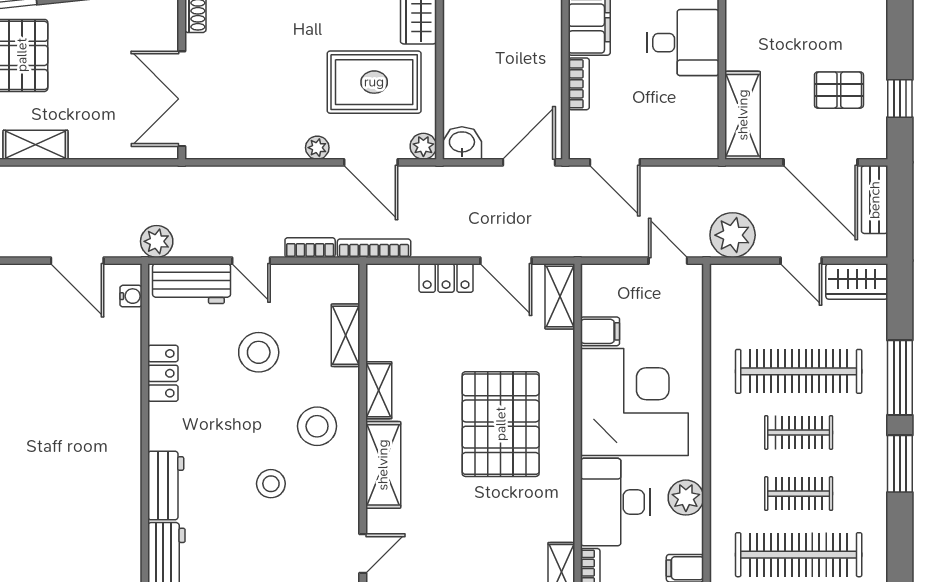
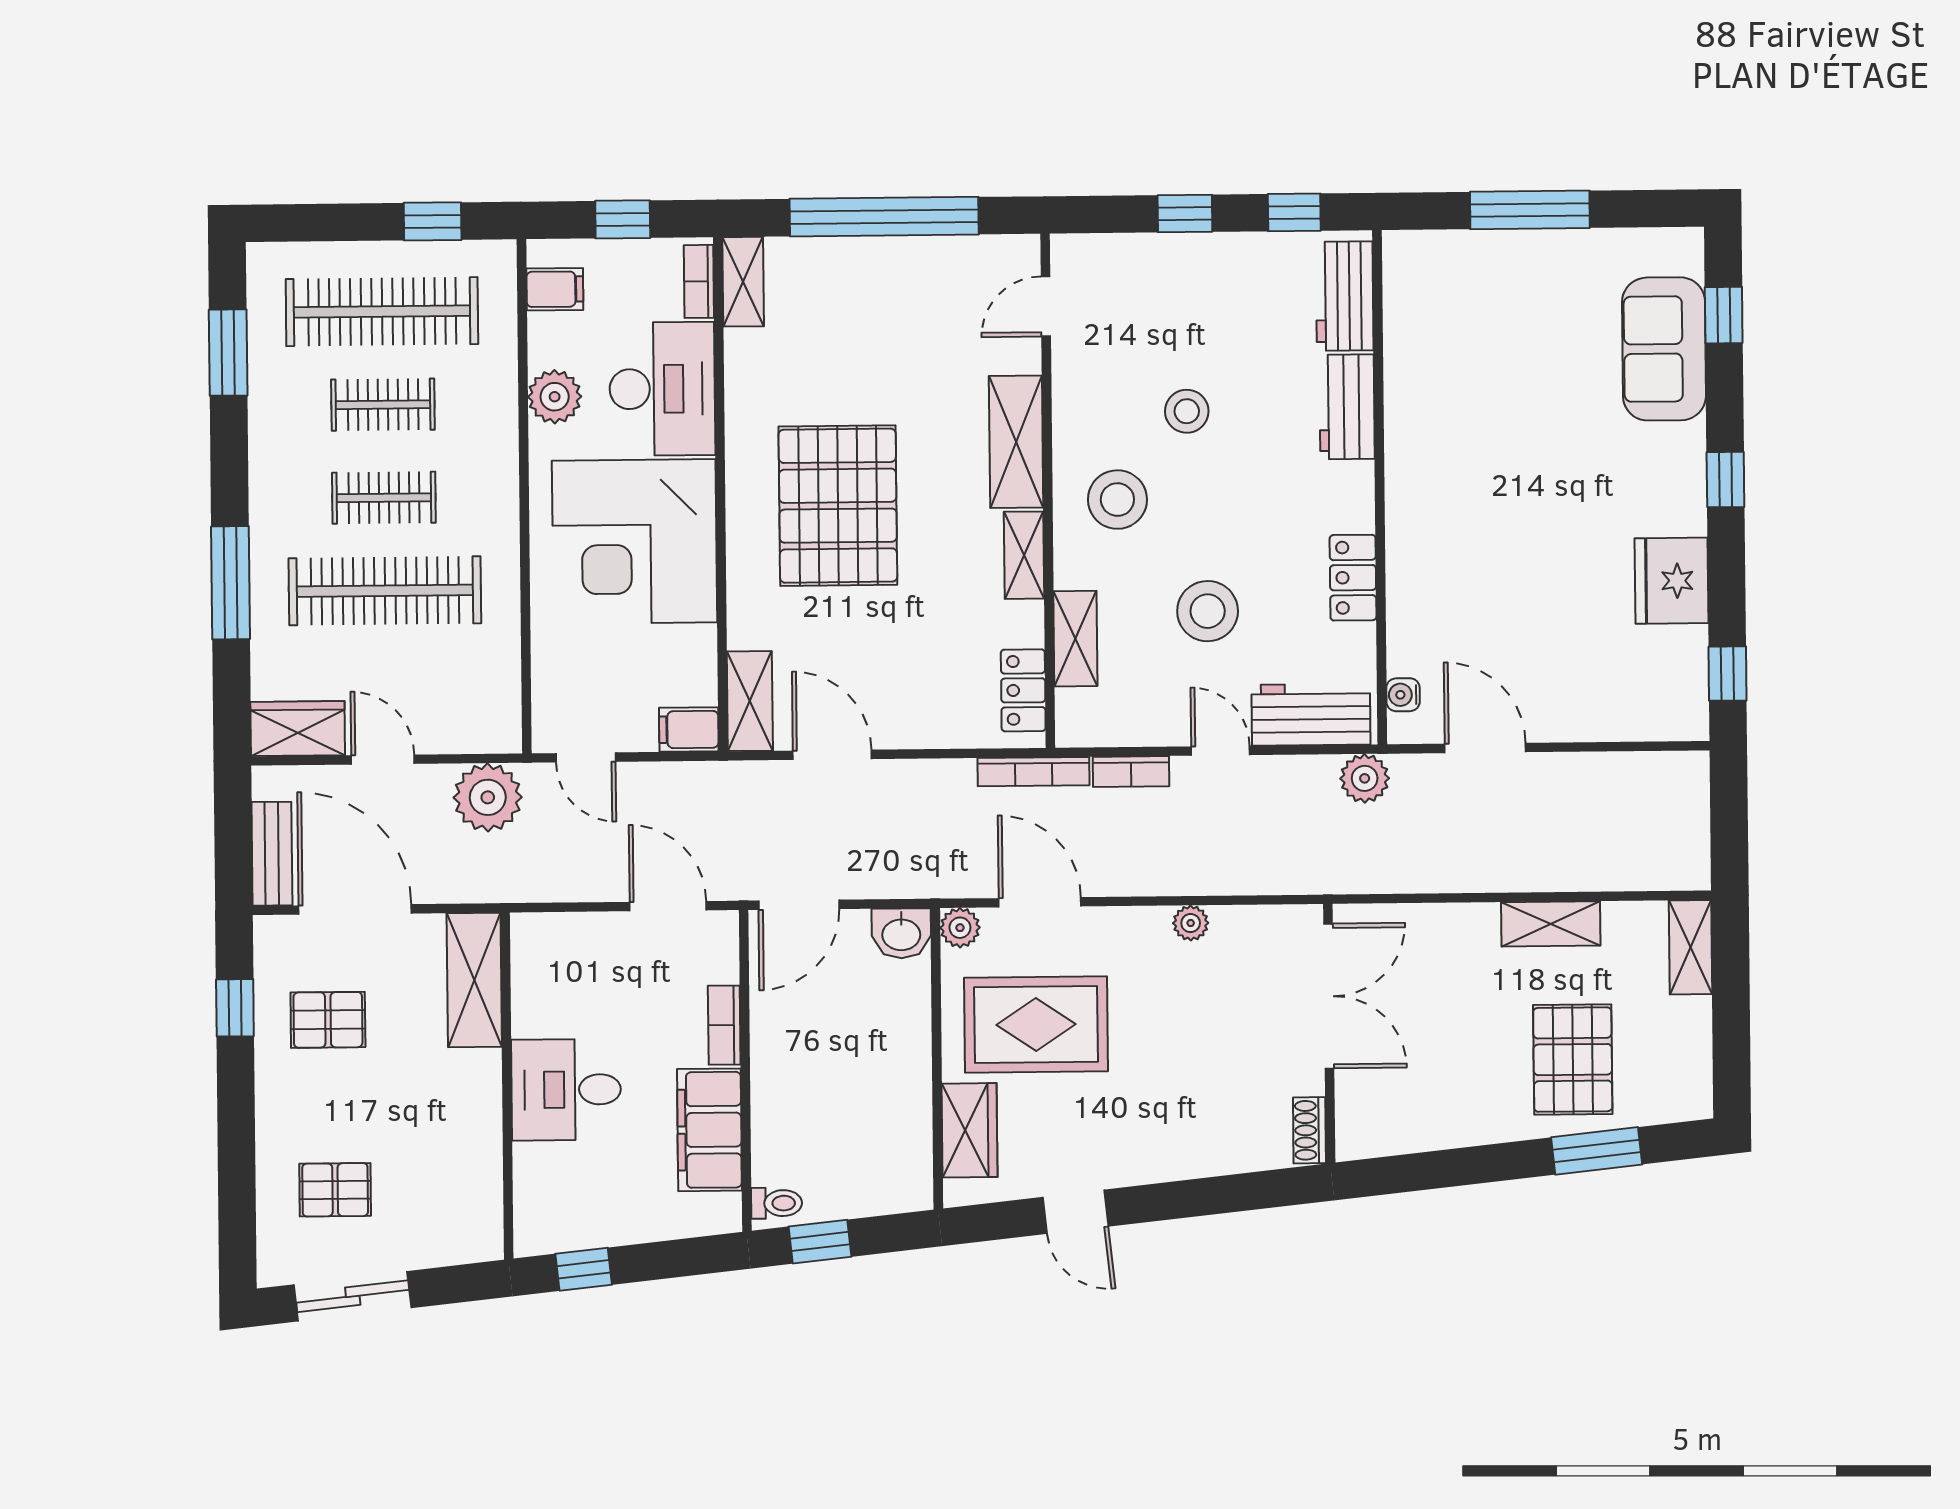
plant: (317, 148) -> (1191, 923), moved
locker: (446, 278) -> (1023, 690), moved, turned -90
filing cabinet: (600, 331) -> (689, 730), moved
window: (900, 464) -> (228, 353), moved

